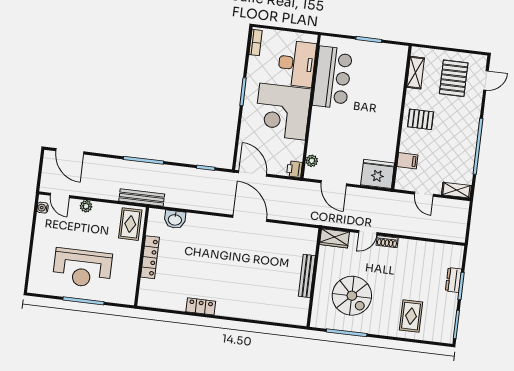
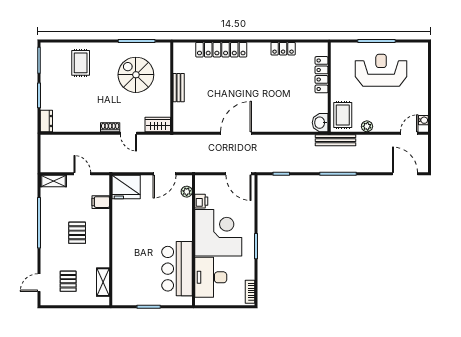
pallet: (454, 78) -> (68, 281), width x0.67, depth x0.71
pallet: (421, 119) -> (77, 233), moved, turned 90
printer: (294, 169) -> (201, 201), moved
door: (334, 183) -> (164, 174), swing flipped
door: (60, 195) -> (409, 133), hinge flipped
plant: (86, 206) -> (367, 126), moved
door: (250, 218) -> (236, 133), swing flipped
washbasin: (175, 219) -> (320, 123), moved, turned -90
door: (368, 233) -> (128, 133), swing flipped
locker: (150, 257) -> (322, 75), moved
bench: (307, 276) -> (179, 88), width x0.73
dresser: (454, 280) -> (46, 121), moved
locker: (201, 306) -> (283, 49), moved
locker: (255, 312) -> (221, 50), added

